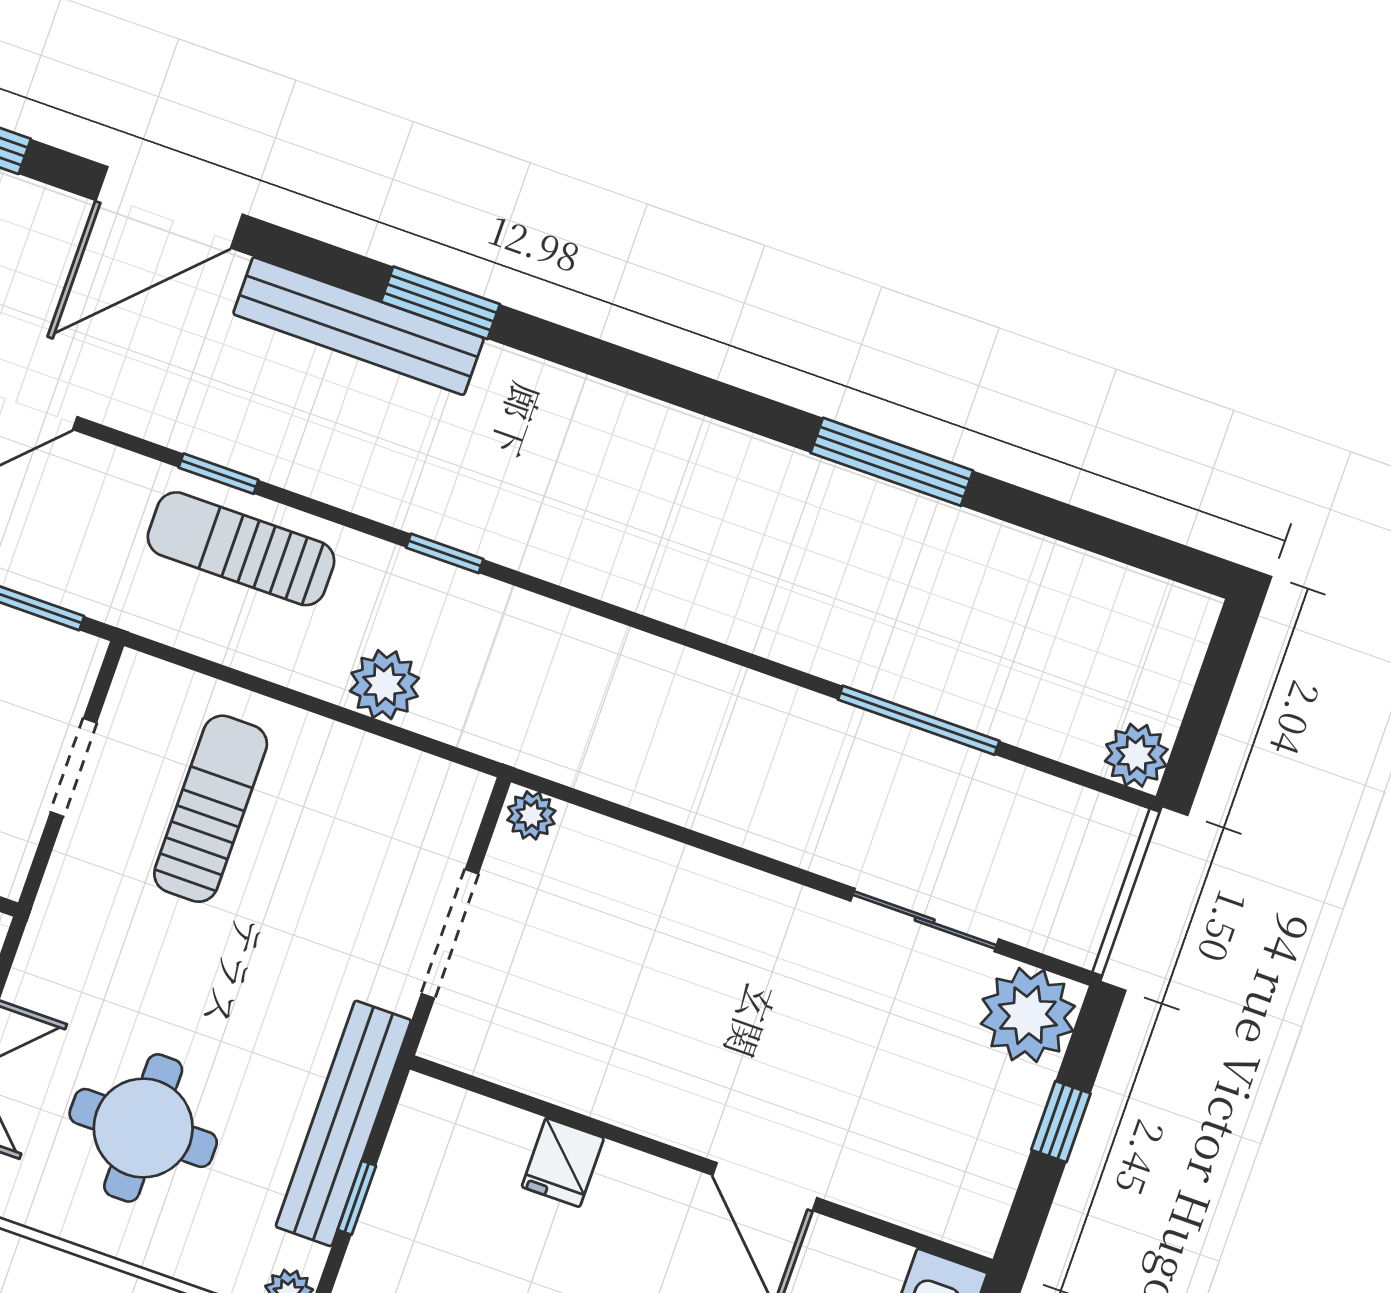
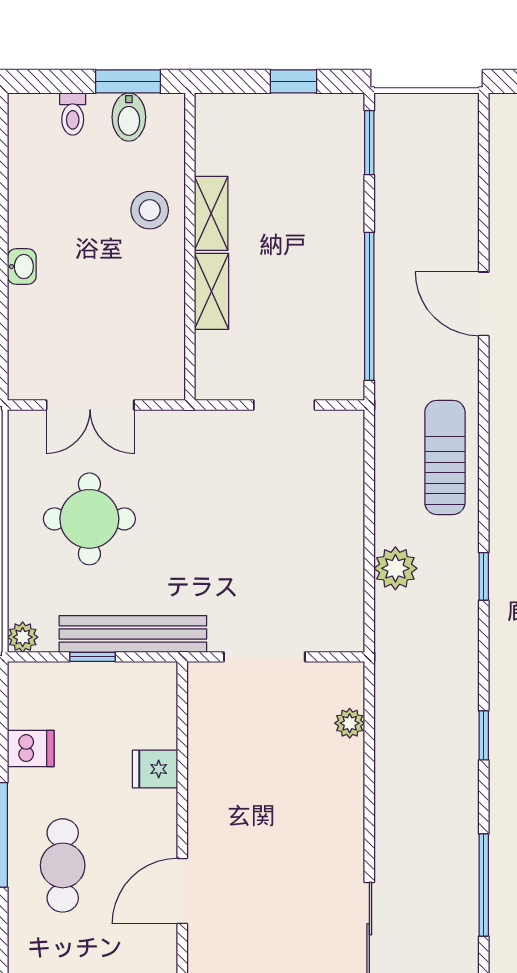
window: (218, 474) -> (484, 735), moved
sun lounger: (211, 809) -> (288, 493), removed
plant: (531, 815) -> (350, 723), moved

